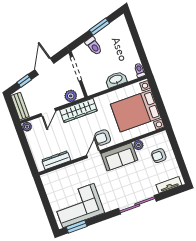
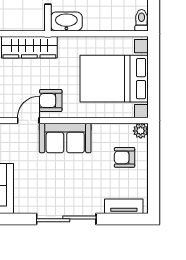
washbasin: (116, 80) -> (66, 21), moved
plant: (71, 96) -> (26, 22), removed
plant: (138, 145) -> (141, 131), moved

